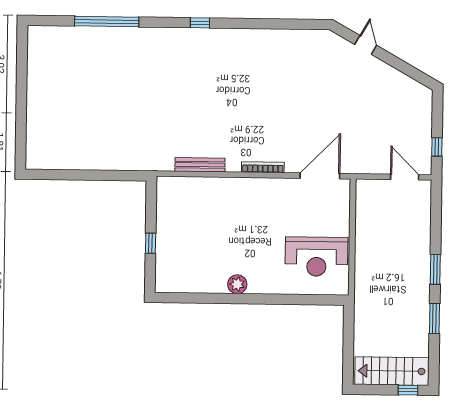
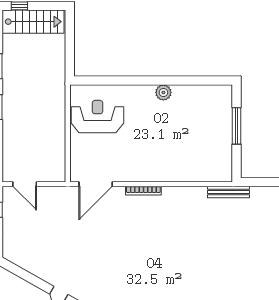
bench: (200, 165) -> (228, 192), moved
window: (151, 243) -> (236, 126), width x2.17

